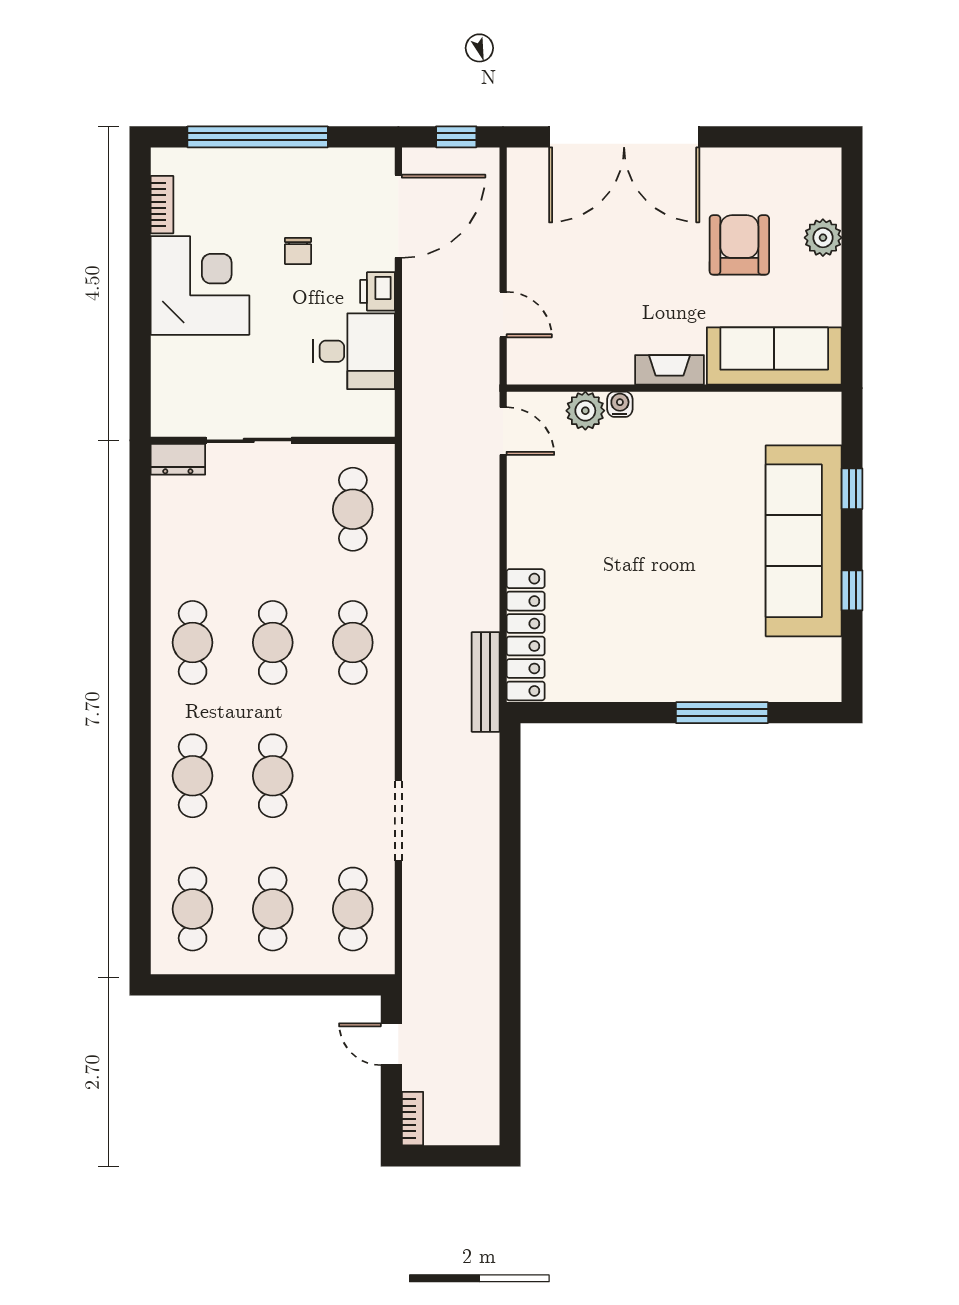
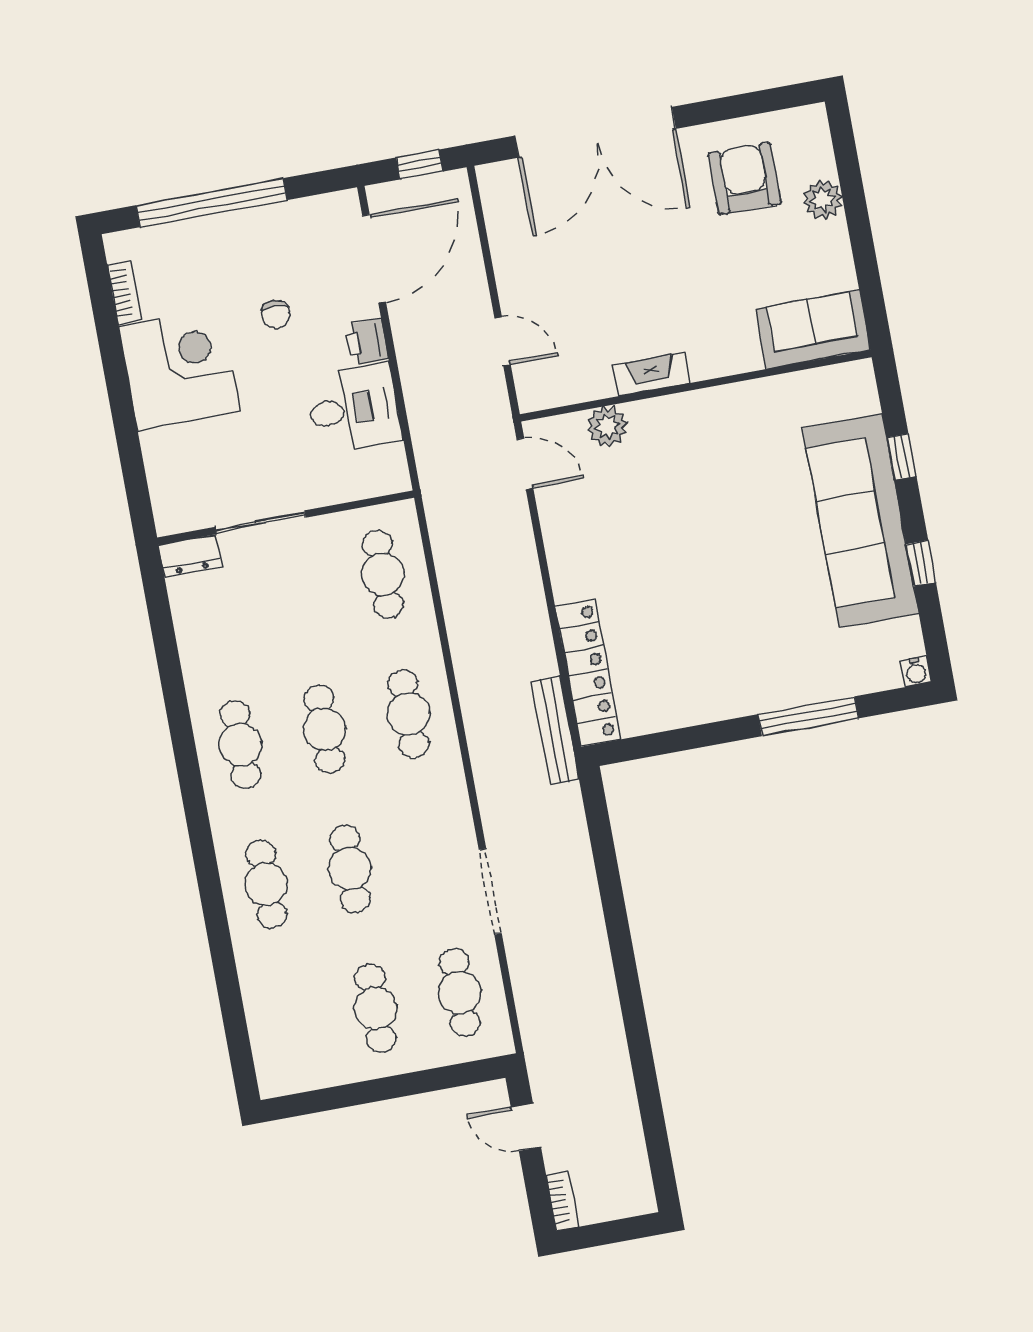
armchair: (739, 245) -> (744, 179), moved
sofa: (774, 356) -> (813, 329), width x0.73
fireplace: (669, 370) -> (651, 374), moved
water cooler: (620, 404) -> (916, 672), moved, turned 180
cafe table: (193, 909) -> (292, 1024), removed

